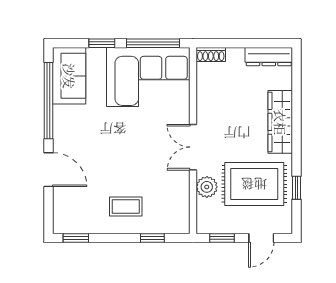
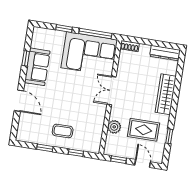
sofa: (69, 76) -> (37, 67), moved
window: (49, 101) -> (26, 58), width x0.32
double door: (193, 147) -> (111, 91), moved
rug: (254, 184) -> (144, 130), width x0.73, depth x0.70
window: (76, 238) -> (45, 148), moved
door: (261, 238) -> (143, 163), swing flipped

